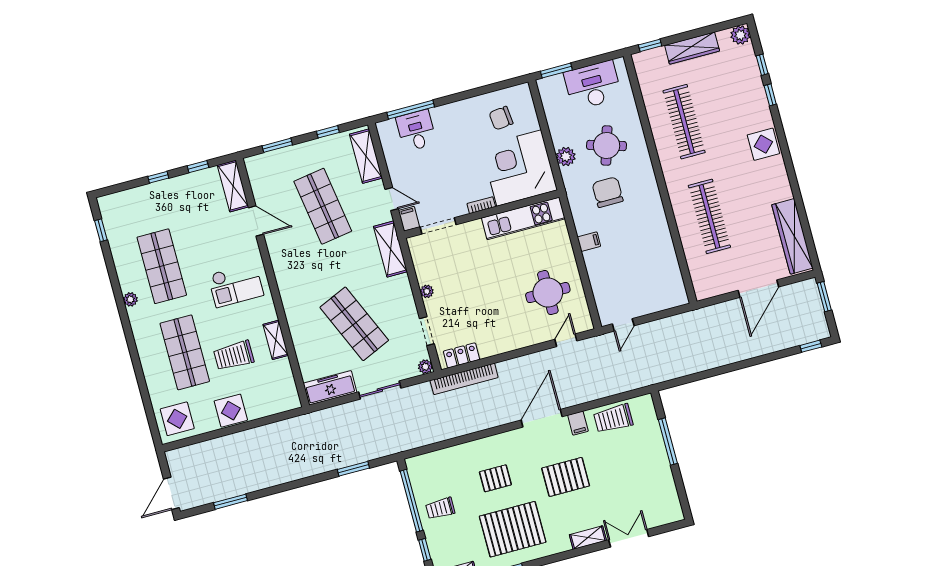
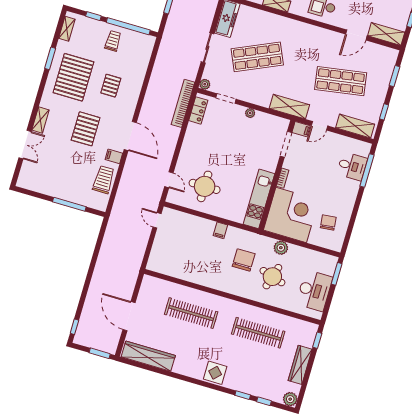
chair: (608, 192) -> (244, 260), turned -90

